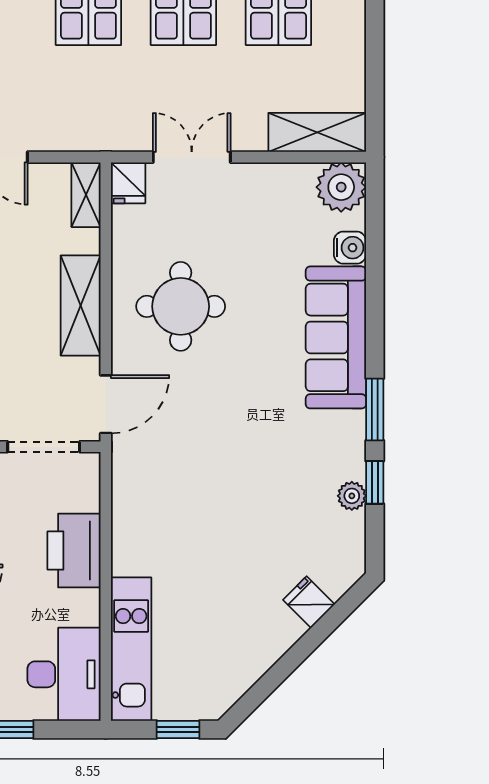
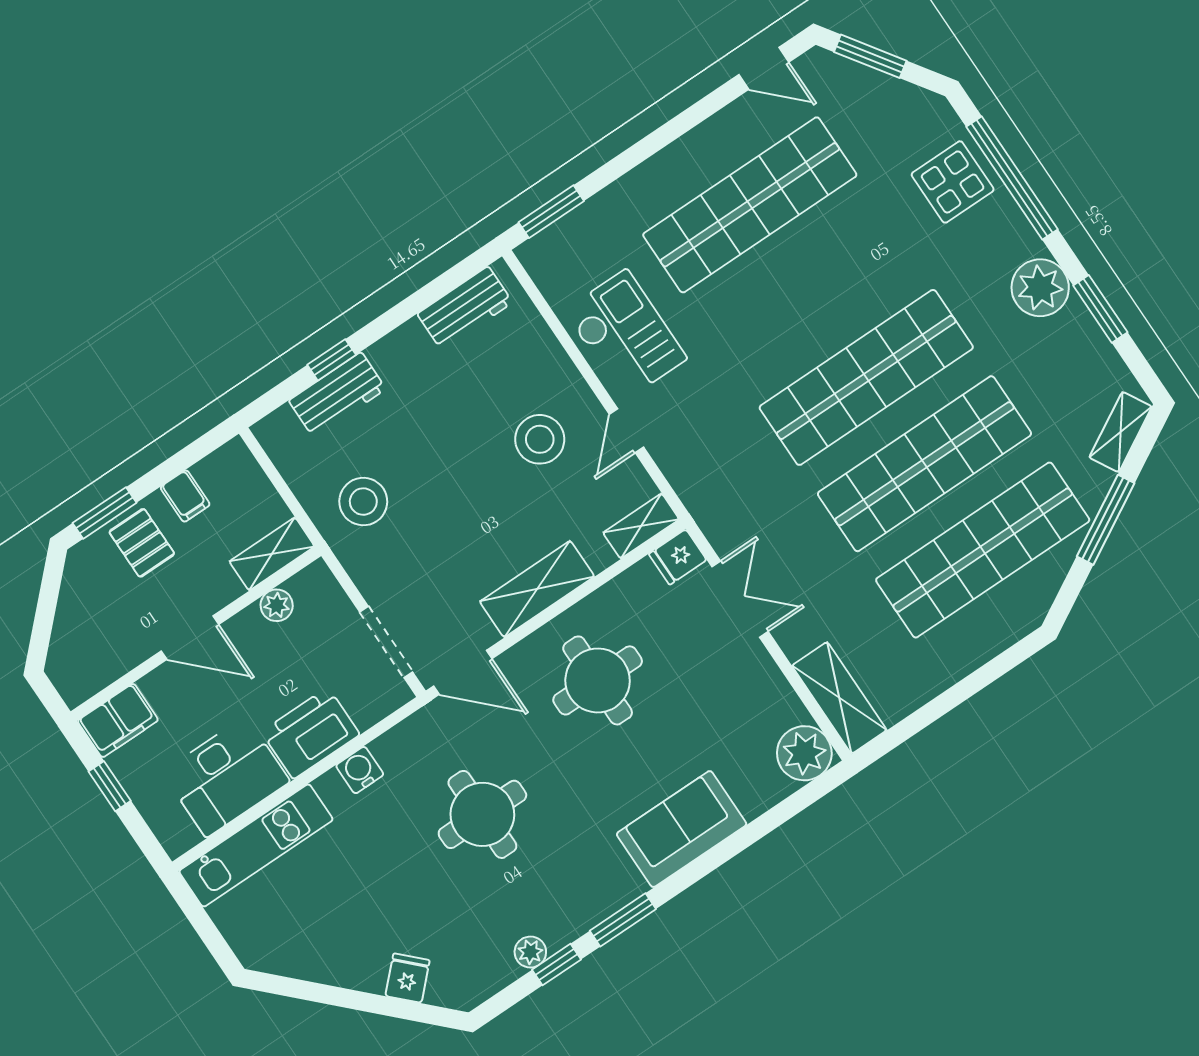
water cooler: (350, 248) -> (360, 770), moved, turned 180
sofa: (336, 337) -> (682, 829), width x0.73
round table: (223, 462) -> (482, 814), added
desk: (64, 674) -> (226, 777), moved
window: (178, 729) -> (212, 937), removed

